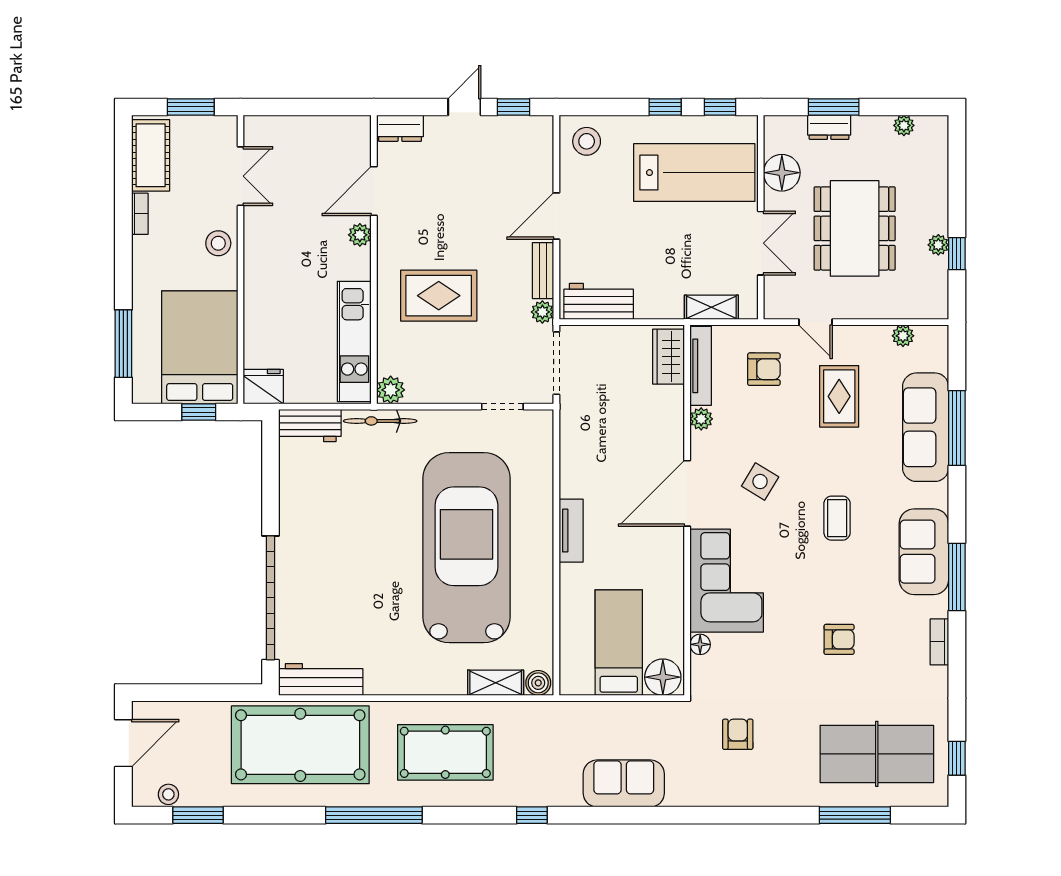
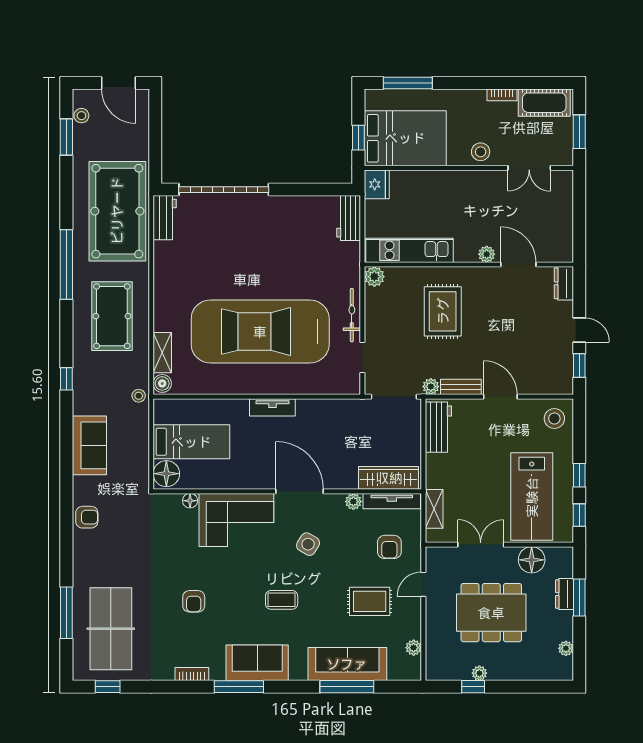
double door: (761, 243) -> (481, 545), swing flipped
wardrobe: (669, 357) -> (389, 478), width x1.50
bicycle: (380, 421) -> (352, 315), moved
car: (466, 548) -> (260, 332), turned 180
workbench: (321, 679) -> (165, 218), width x0.73
stool: (555, 715) -> (139, 396), added
armchair: (738, 734) -> (87, 517), moved

